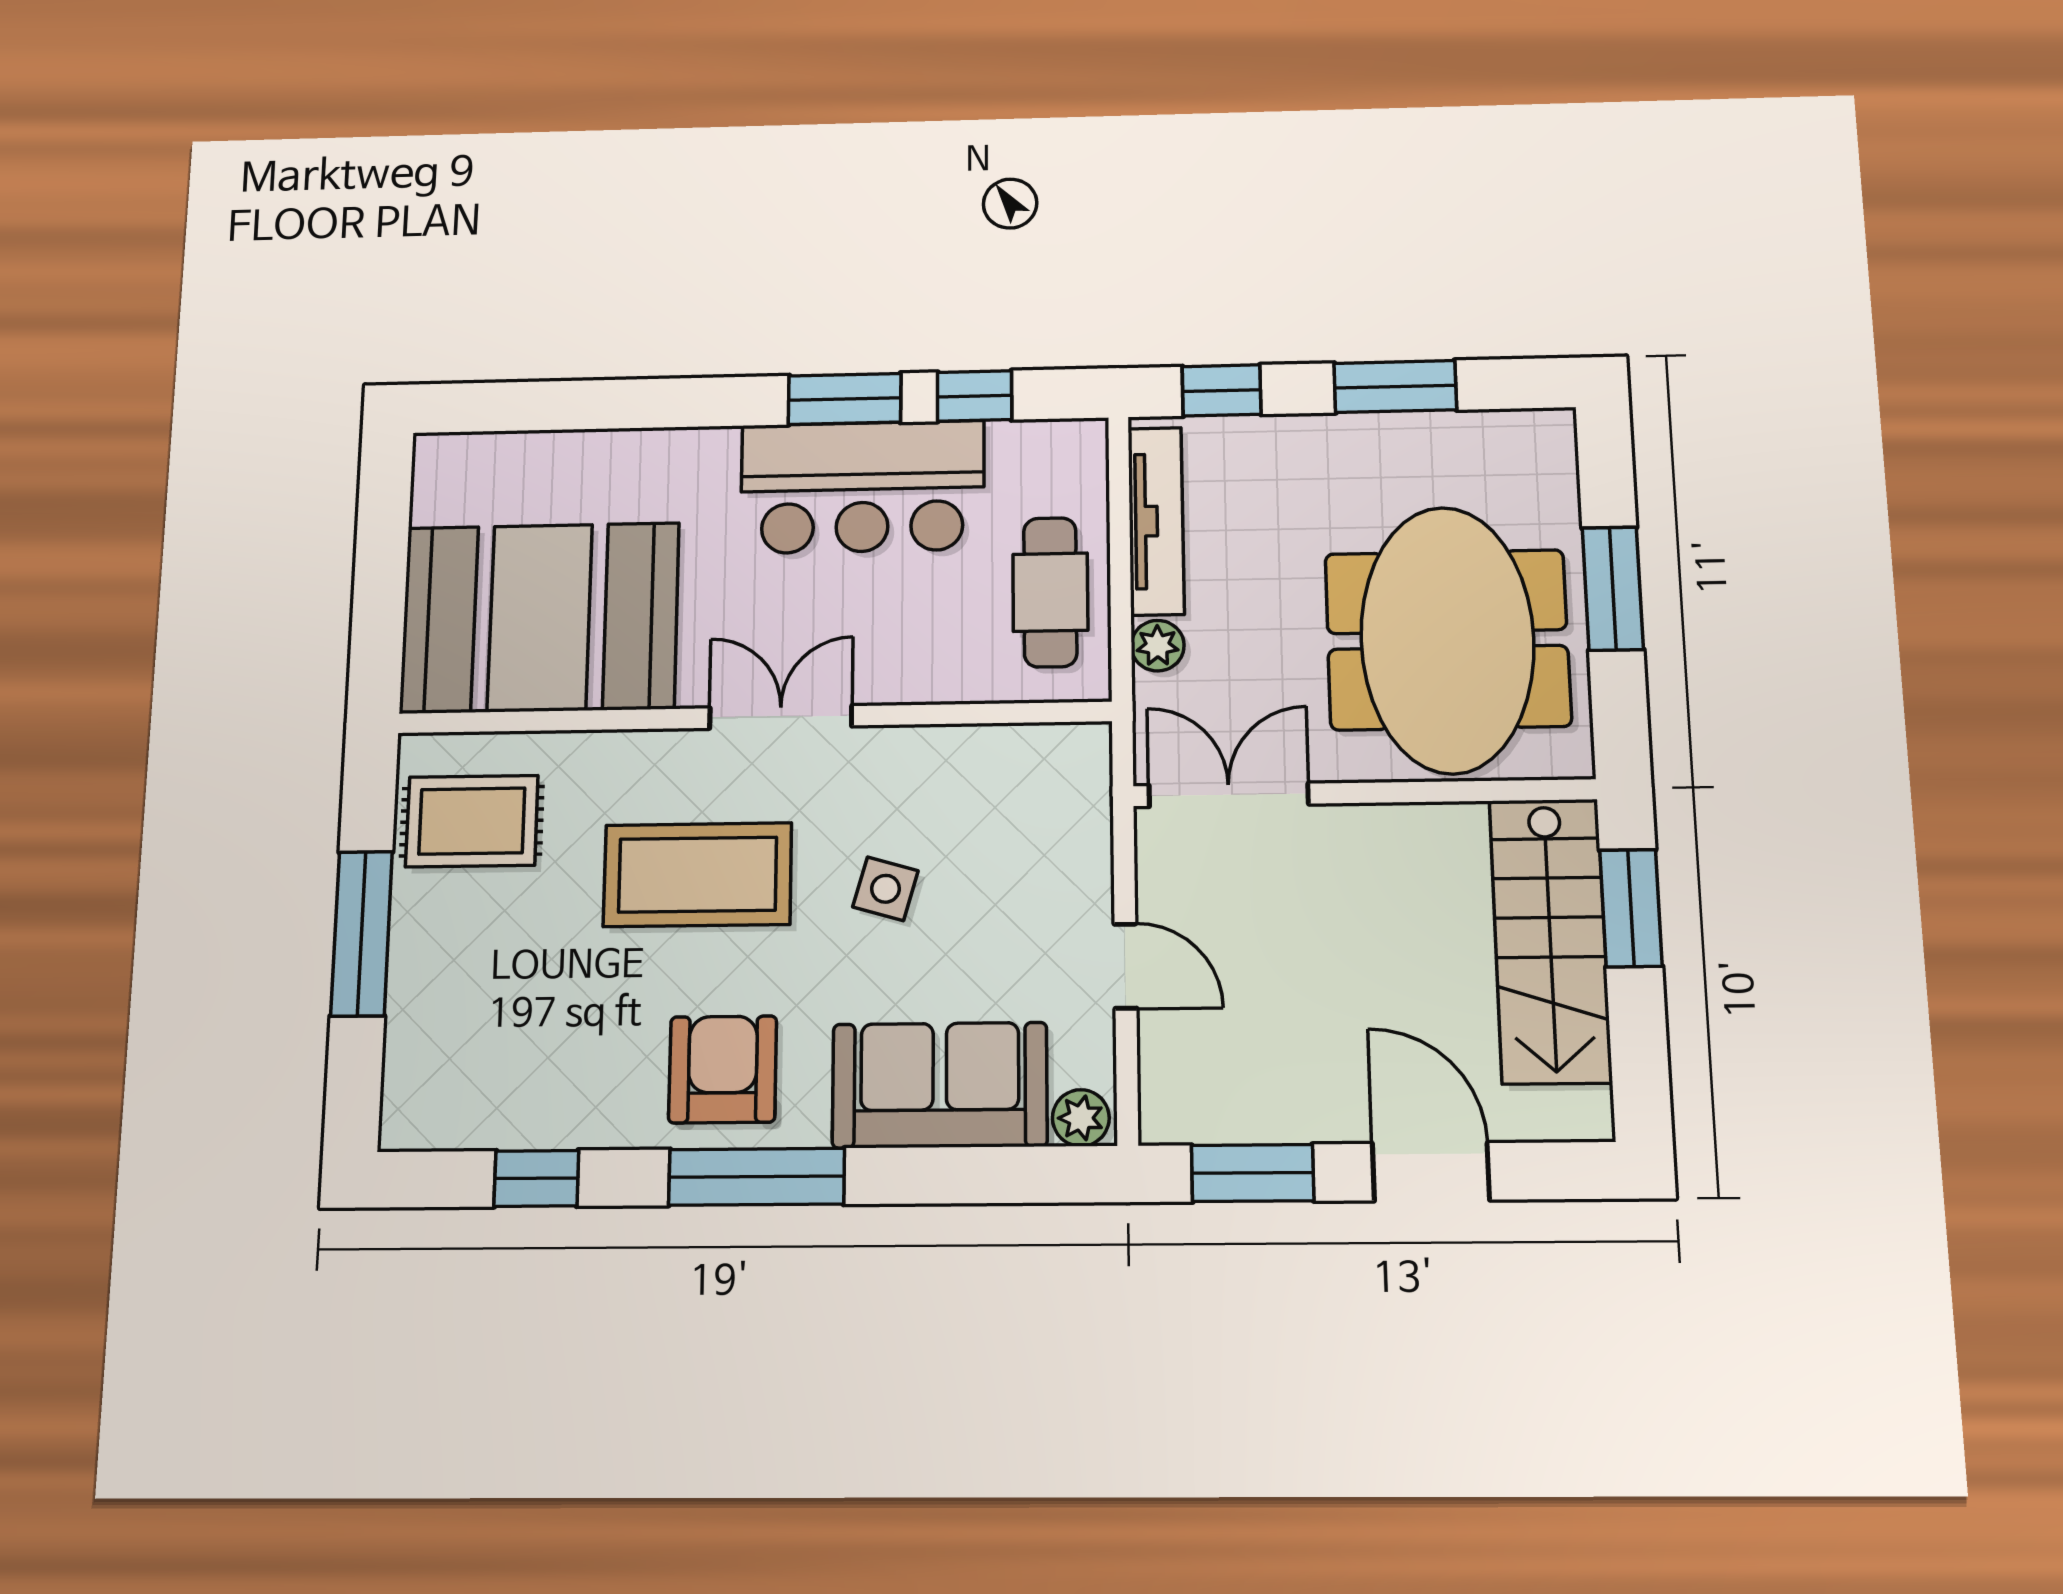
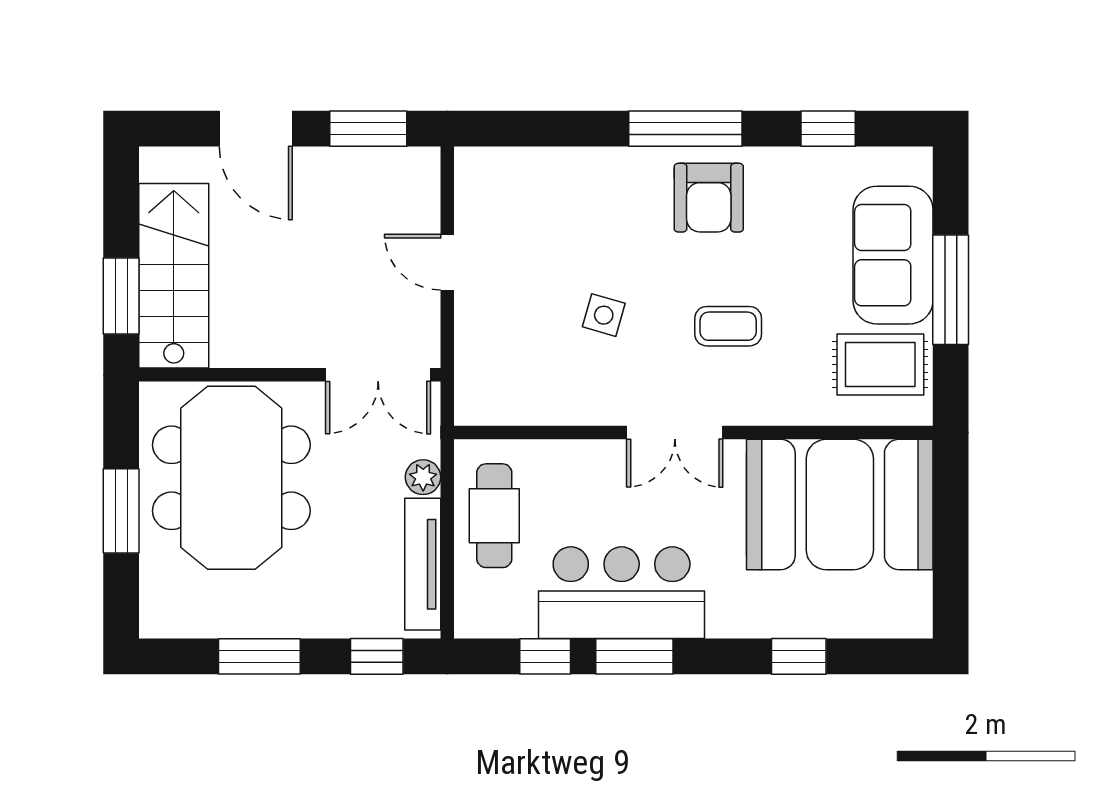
window: (607, 404) -> (799, 656), added
coffee table: (698, 875) -> (728, 326), width x0.54, depth x0.58
sofa: (940, 1085) -> (893, 255), moved, turned 90
plant: (1081, 1118) -> (477, 164), removed

